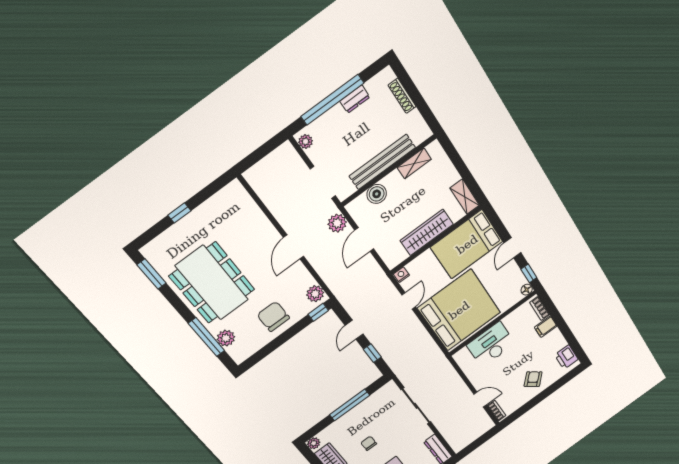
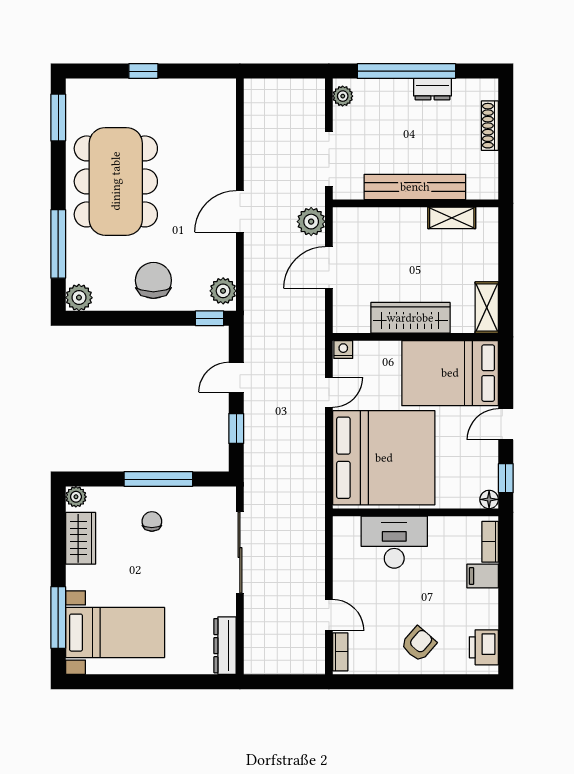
boiler: (377, 194) -> (382, 221), removed
plant: (226, 338) -> (79, 298), moved
chair: (369, 443) -> (152, 521), moved

